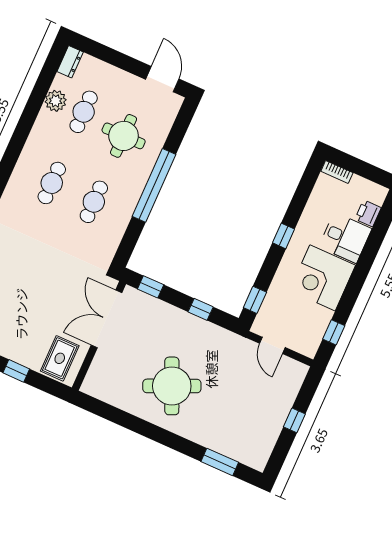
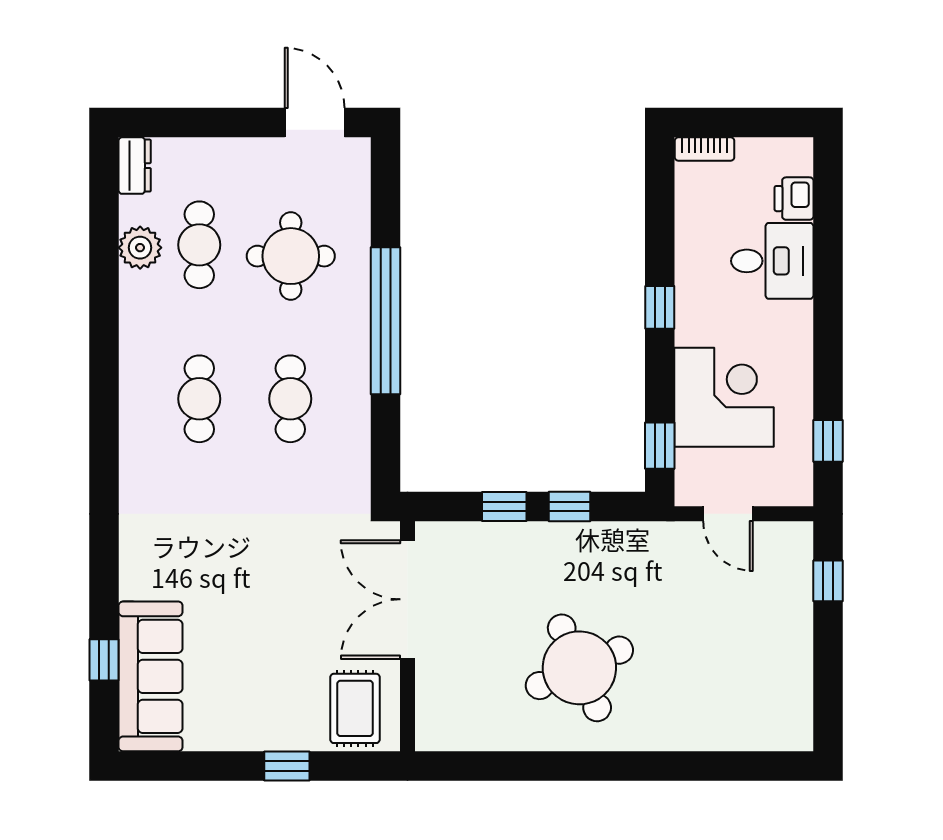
corner desk: (322, 278) -> (724, 397), moved, turned 180
window: (151, 287) -> (504, 506), moved
window: (294, 420) -> (828, 581), moved
window: (220, 462) -> (727, 766), removed

